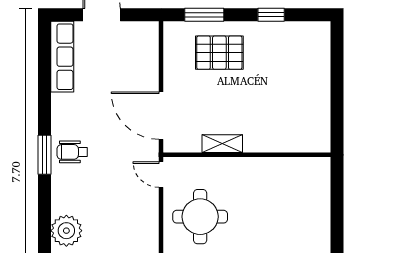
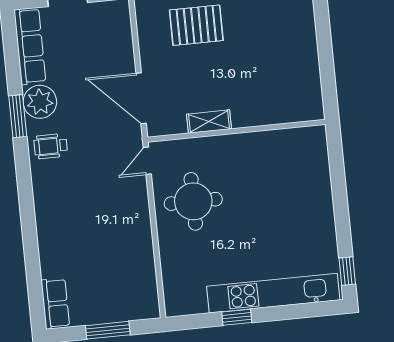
window: (44, 155) -> (18, 116), moved
door: (161, 174) -> (147, 161), hinge flipped
plant: (66, 231) -> (40, 102), moved

